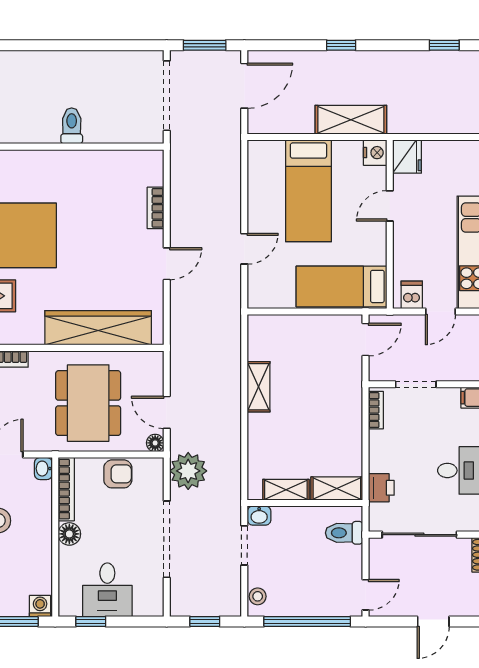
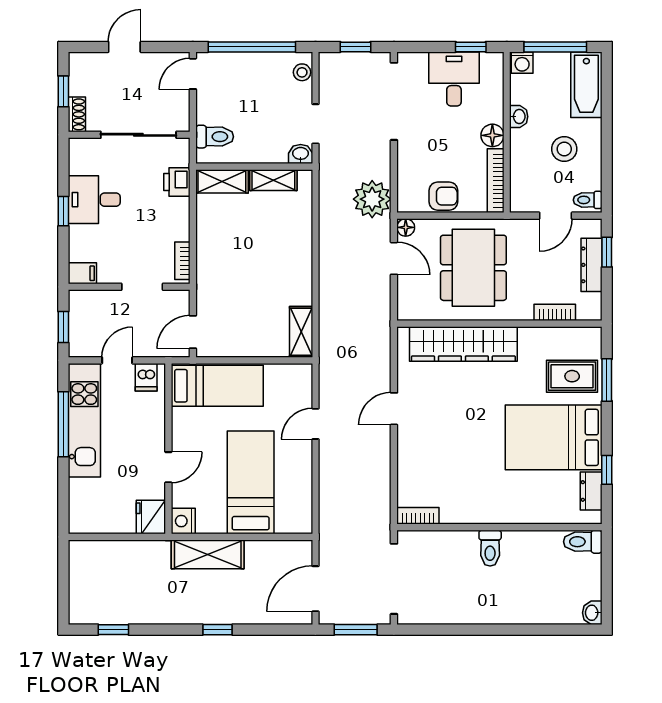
bookcase: (156, 208) -> (418, 516), moved, turned -90
shelving: (259, 387) -> (301, 332), moved
washbasin: (43, 469) -> (519, 117), moved
armchair: (118, 474) -> (443, 196), turned 180
doorway: (167, 539) -> (394, 101), moved

